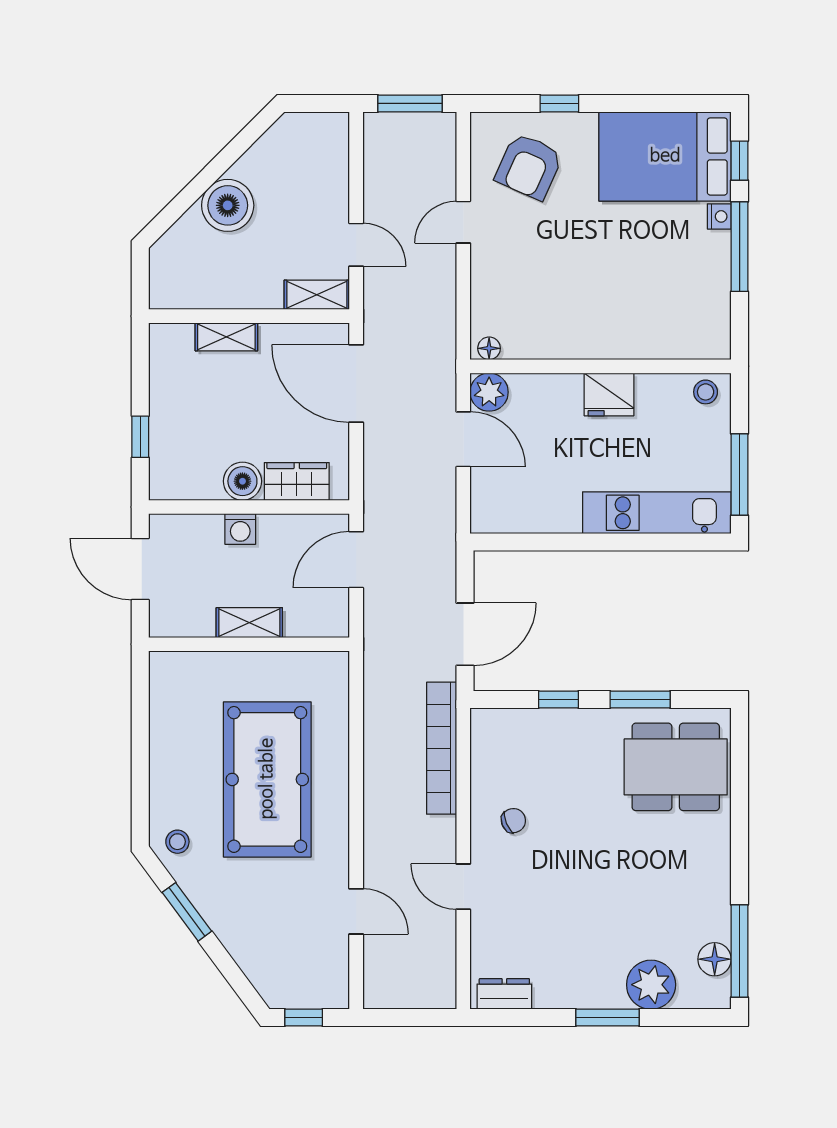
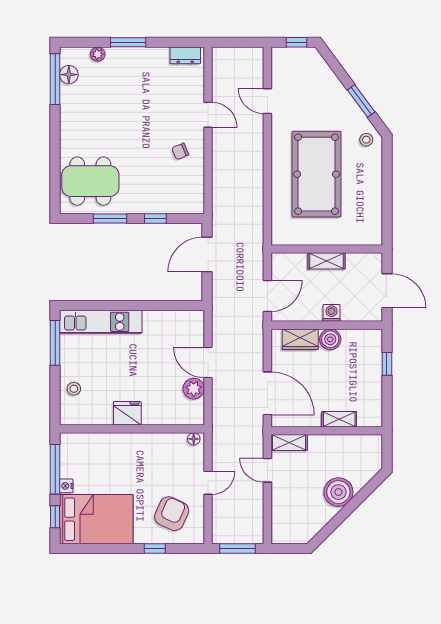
floor lamp: (489, 348) -> (194, 439), moved
wall: (601, 366) -> (132, 429), moved
fridge: (609, 394) -> (127, 413), moved
bookcase: (442, 748) -> (220, 191), removed
plant: (651, 985) -> (98, 54), width x0.53, depth x0.53

